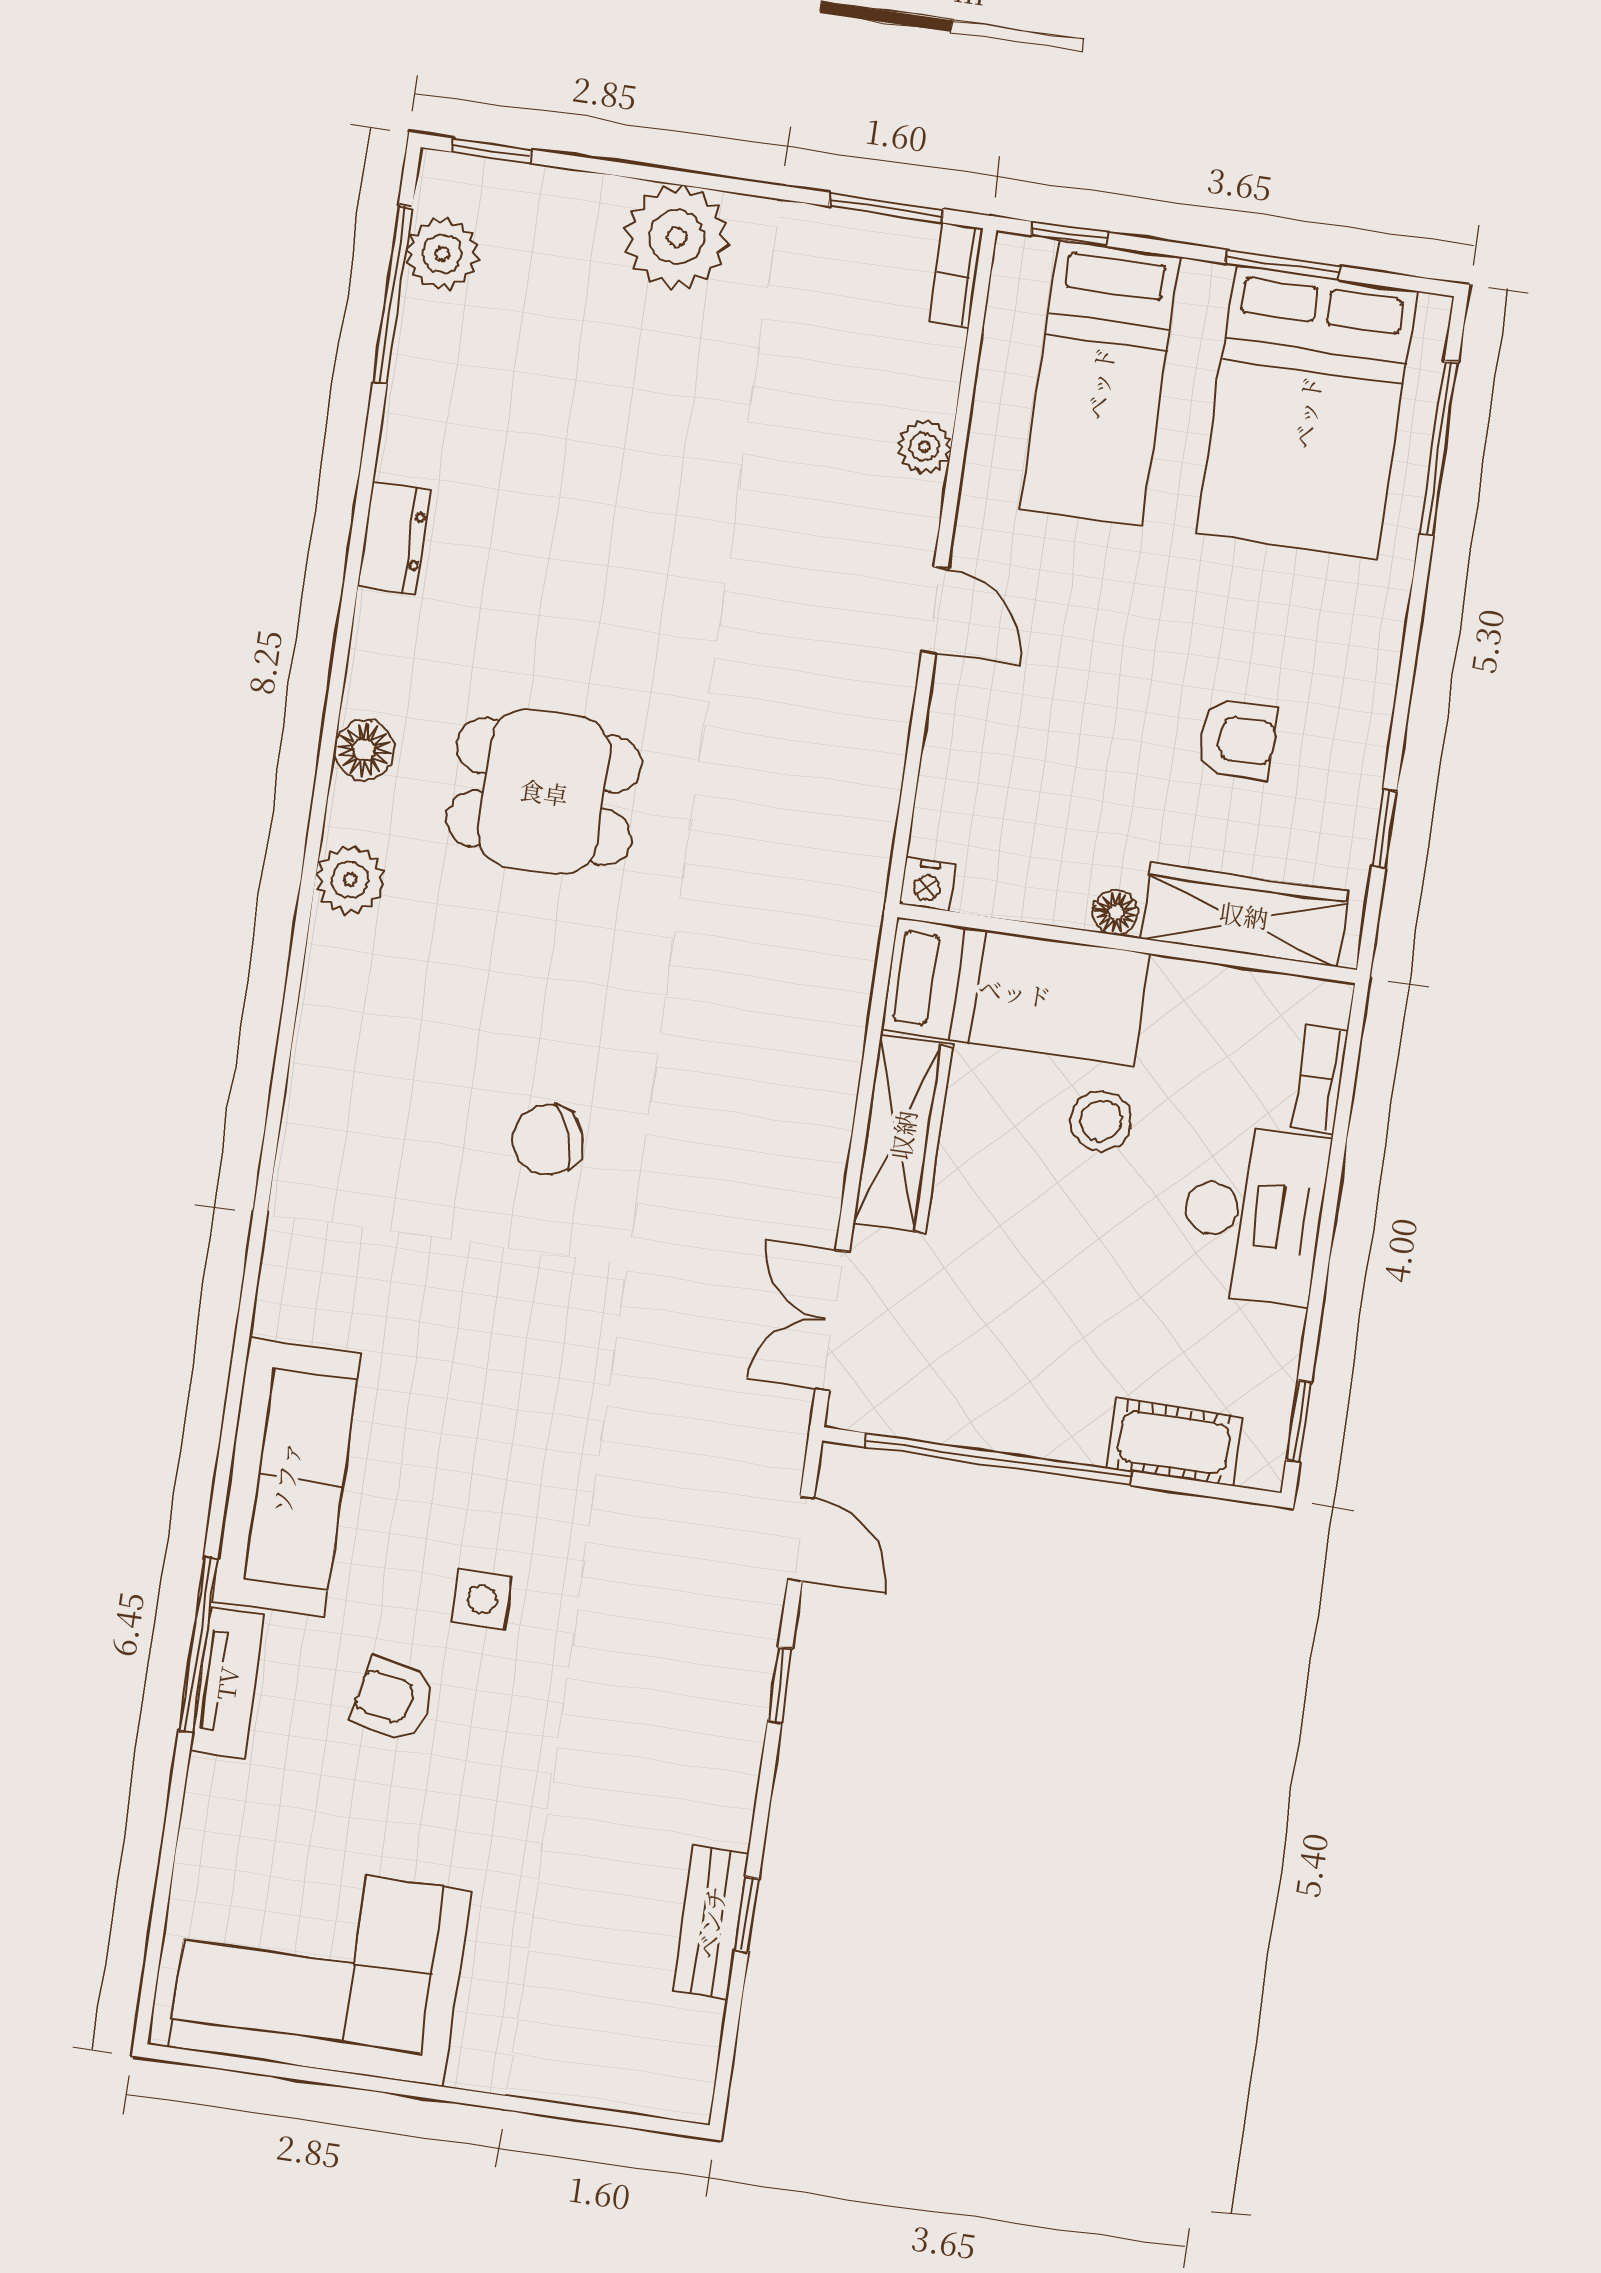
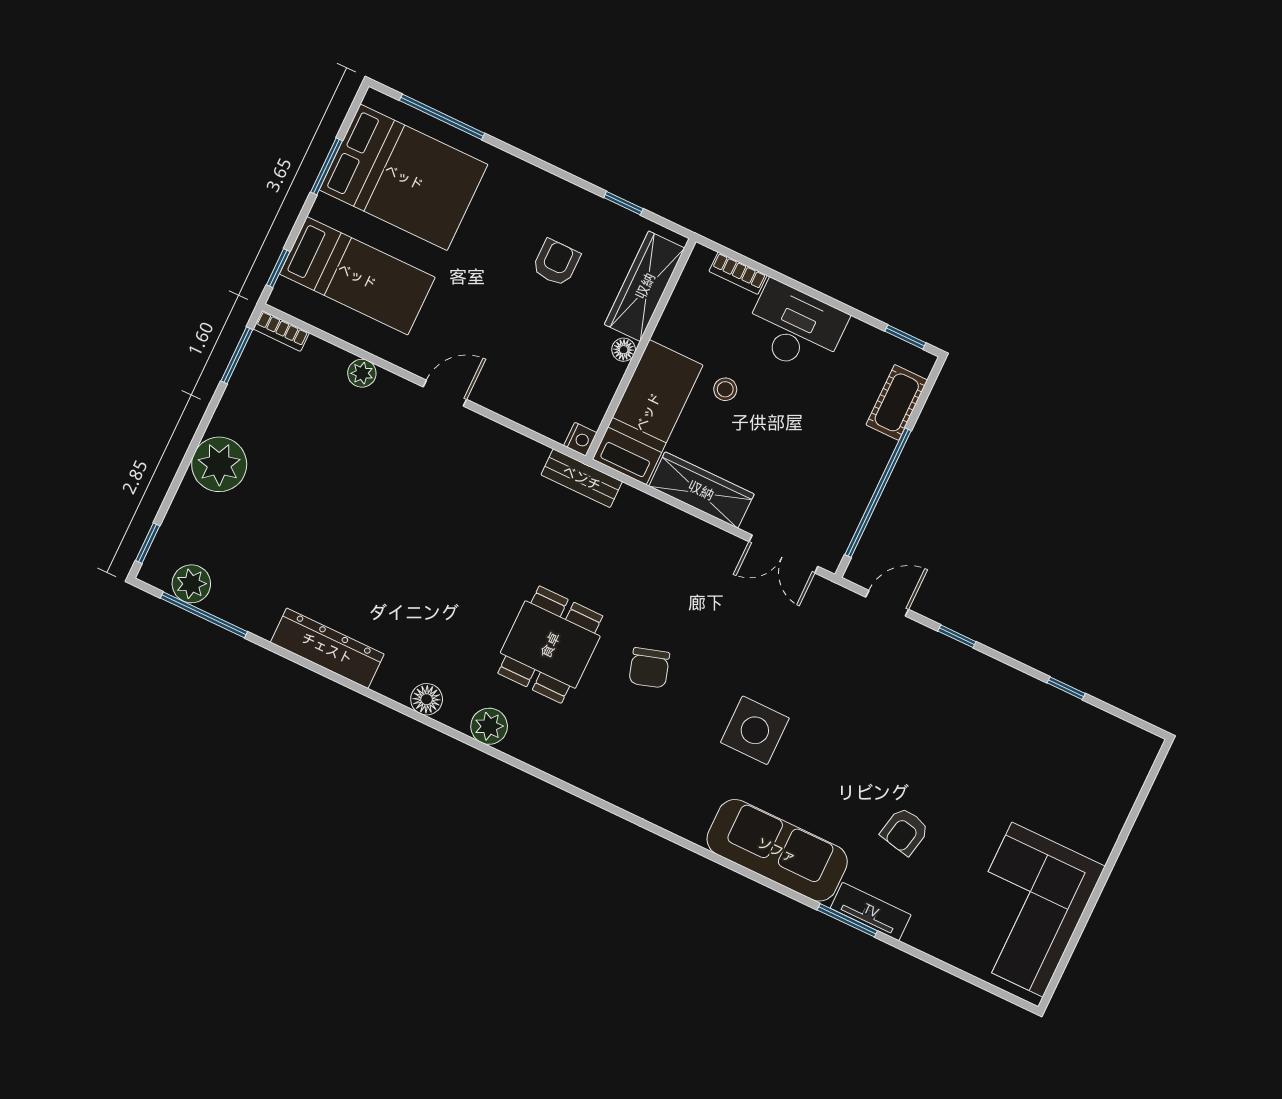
dresser: (394, 538) -> (327, 648), width x1.96, depth x1.24
dining table: (544, 792) -> (550, 645), moved
stool: (1101, 1121) -> (725, 389), width x0.73, depth x0.73
side table: (482, 1599) -> (755, 730), moved, width x1.87, depth x1.87
window: (198, 1645) -> (847, 920), width x0.69
bench: (711, 1922) -> (582, 478), moved

